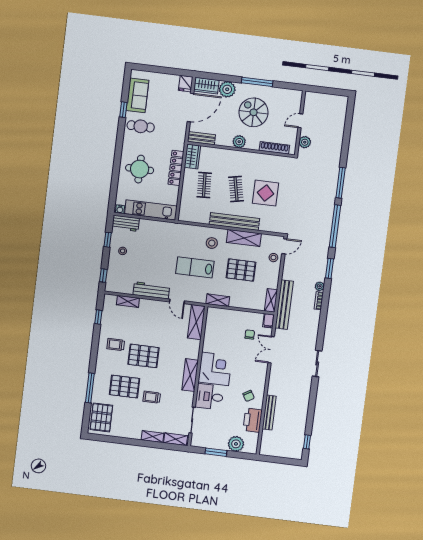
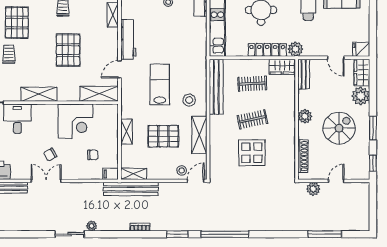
window: (257, 82) -> (373, 128), width x0.69
window: (289, 86) -> (373, 163), added
door: (190, 107) -> (336, 58), width x0.53
door: (300, 121) -> (336, 181), hinge flipped
plant: (178, 143) -> (295, 49), added
window: (341, 183) -> (325, 234), moved
bench: (234, 221) -> (216, 87), moved
door: (284, 246) -> (196, 181), swing flipped
pallet: (241, 270) -> (163, 136), turned 90
plant: (320, 286) -> (92, 226), moved
shelving: (218, 300) -> (127, 132), moved
double door: (271, 350) -> (46, 181), moved
pallet: (143, 356) -> (68, 50), moved
corner desk: (215, 369) -> (75, 121), moved
chair: (249, 396) -> (50, 155), moved

